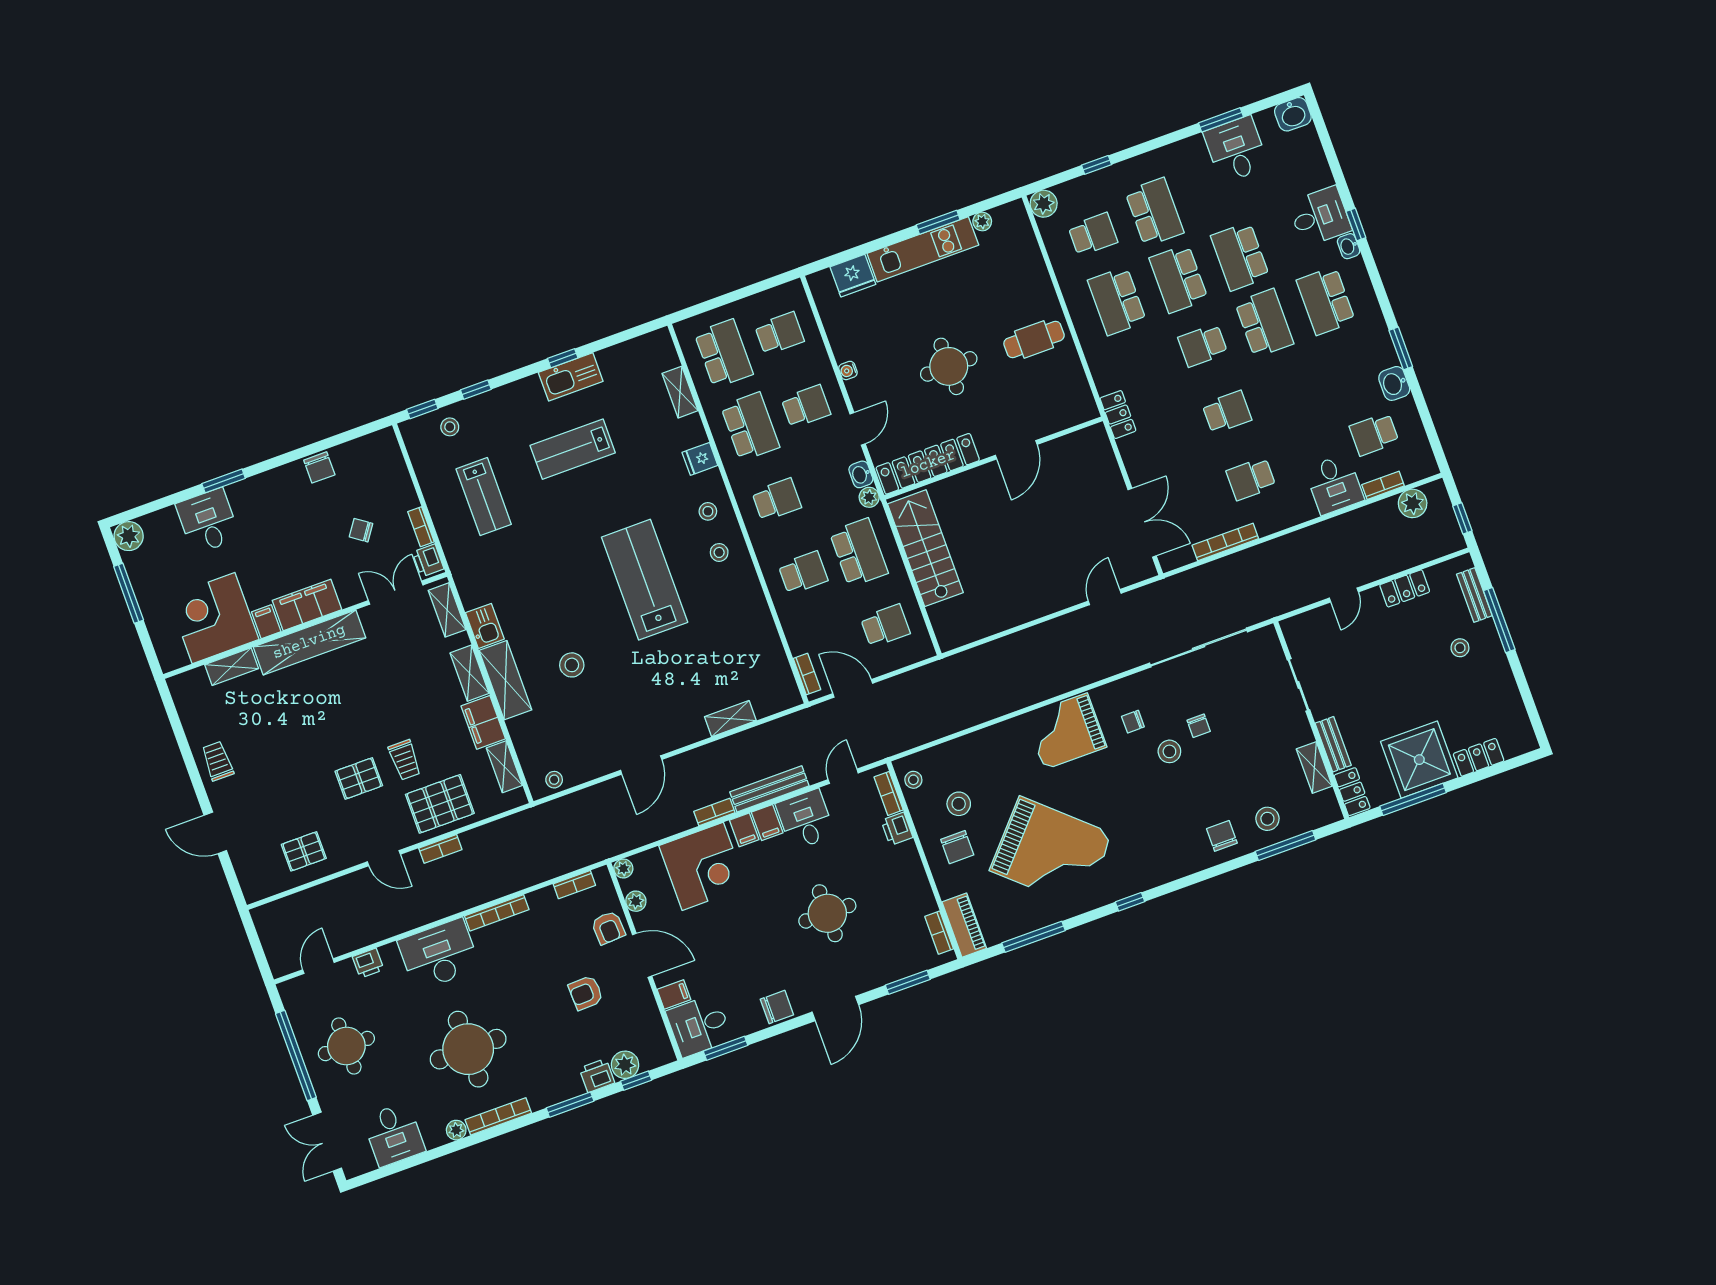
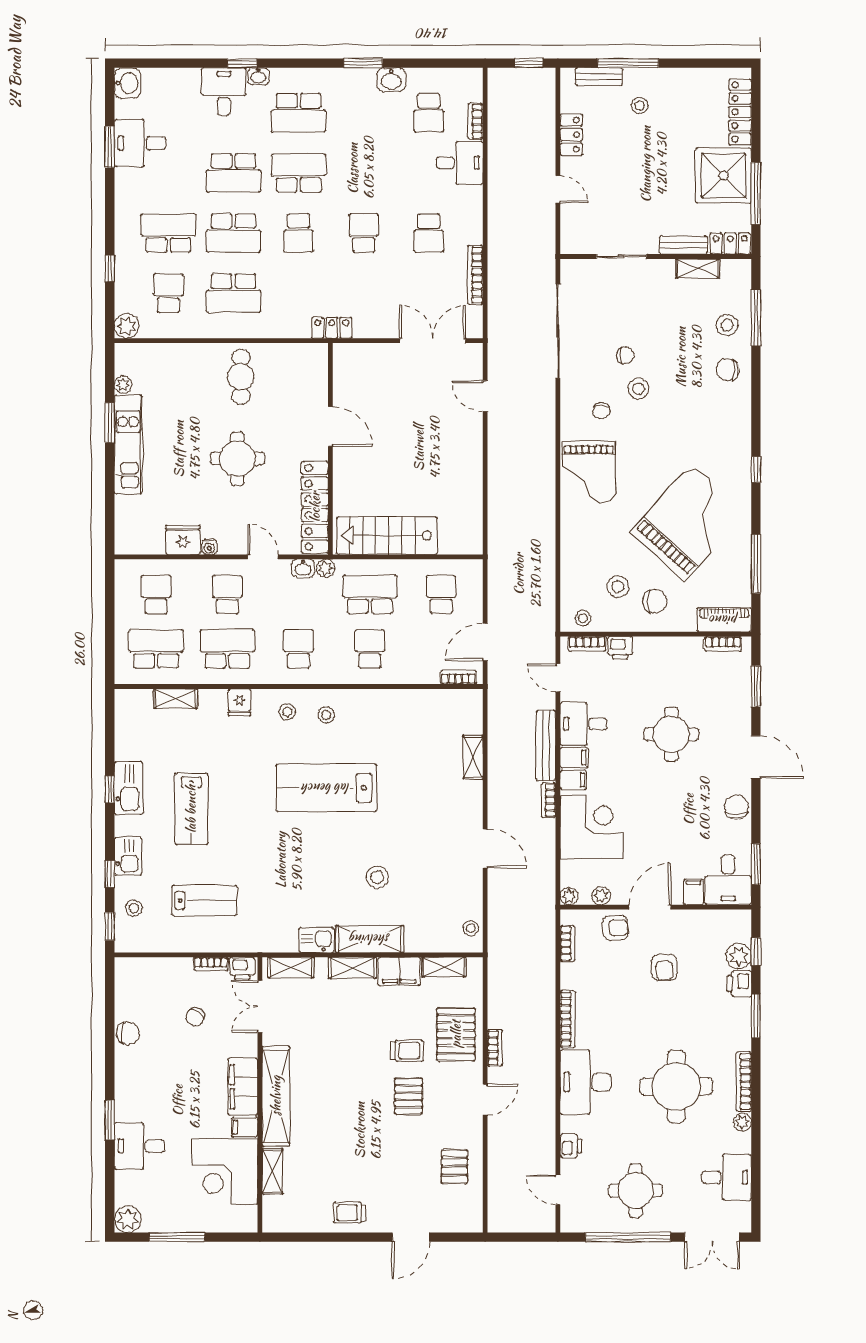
fridge: (853, 276) -> (183, 540), moved, turned -90
kitchen sink: (501, 402) -> (128, 856), added
plant: (1413, 503) -> (500, 101), removed
locker: (1479, 757) -> (740, 112), width x1.53

